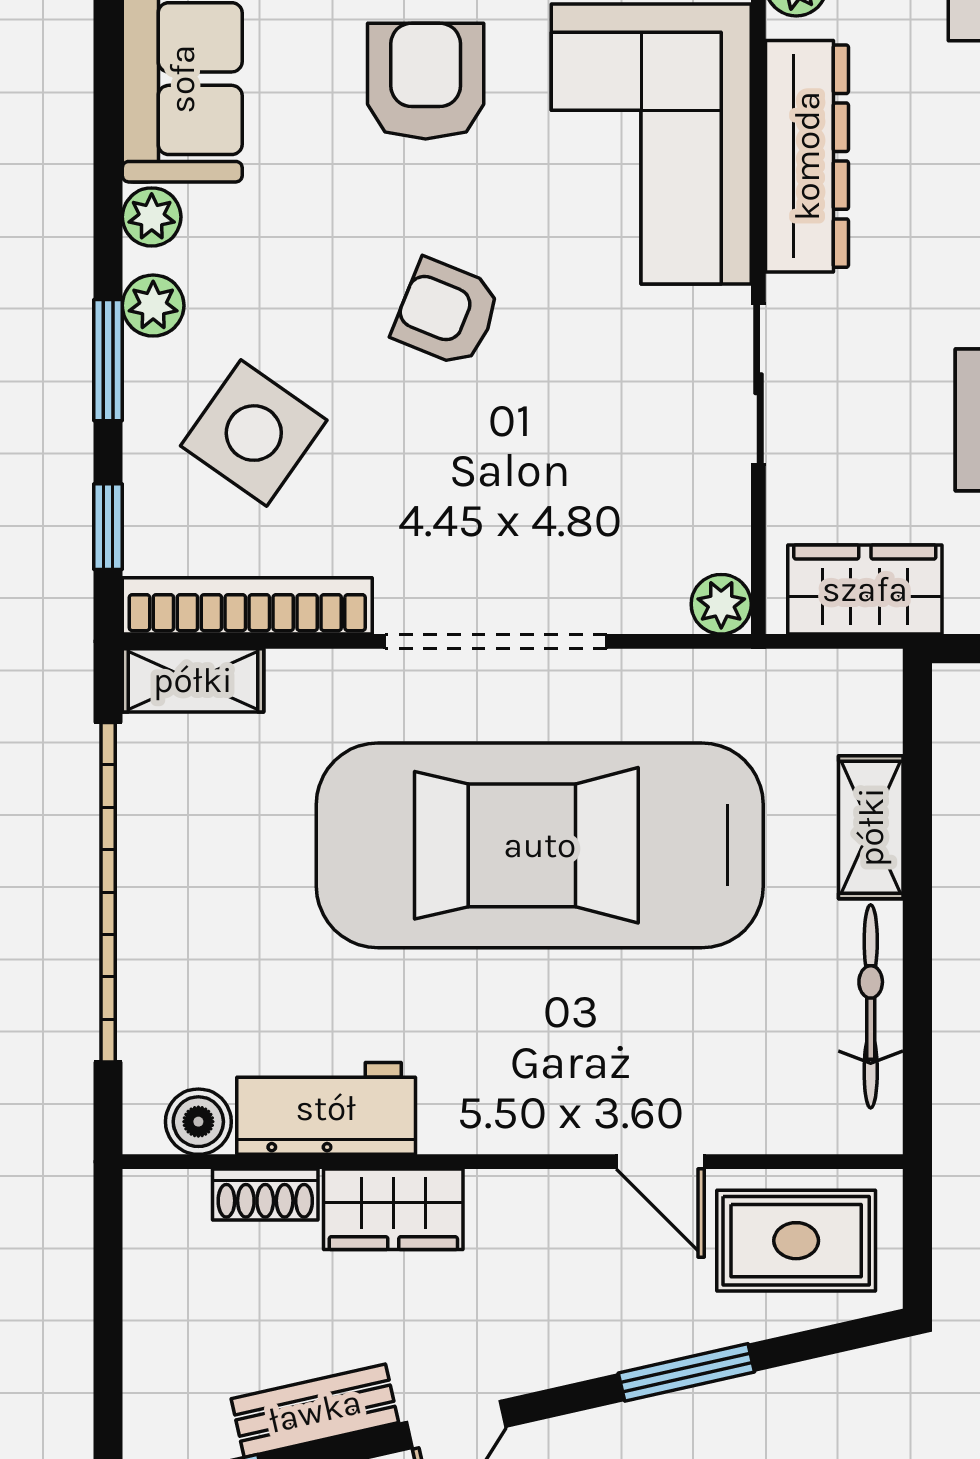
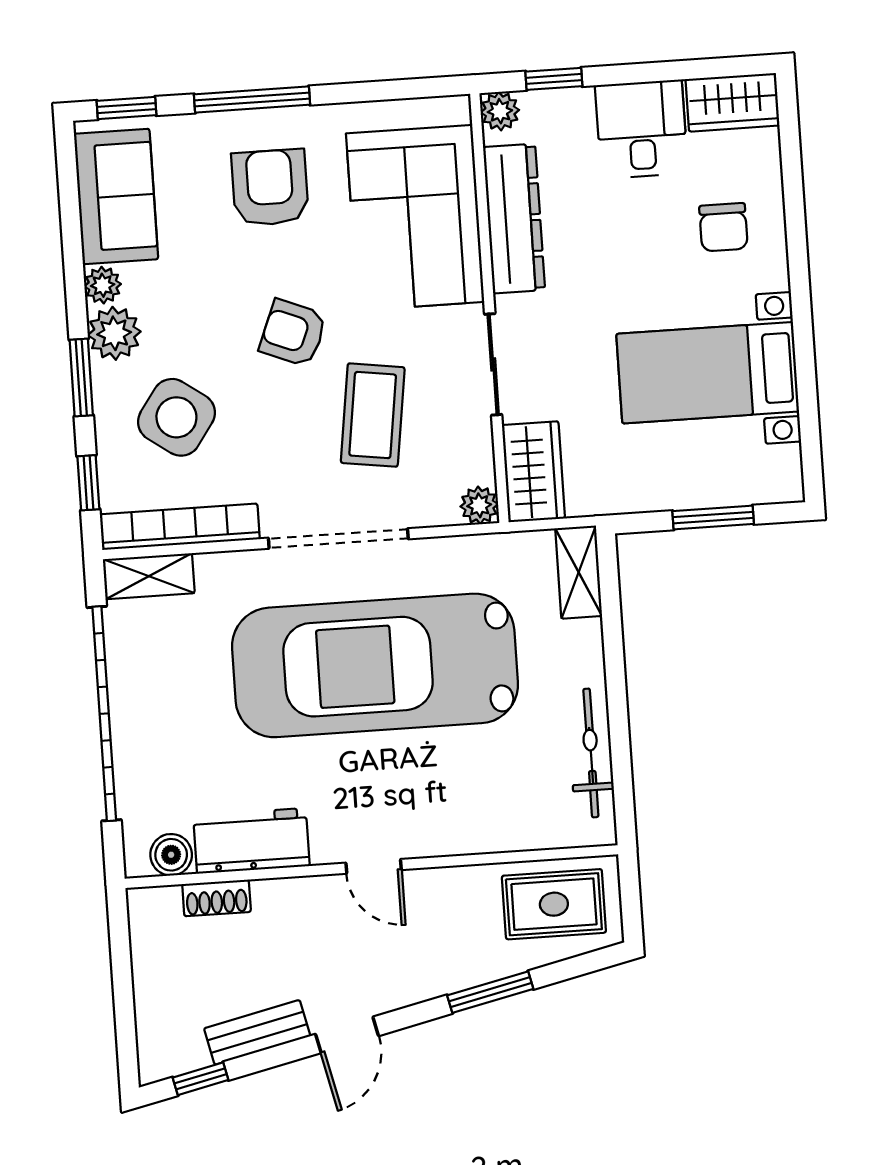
plant: (153, 306) -> (114, 333), width x1.38, depth x1.38
coffee table: (563, 451) -> (373, 415), added
wardrobe: (865, 589) -> (533, 472), moved, turned 90
shelving: (871, 827) -> (579, 572), moved
door: (660, 1162) -> (374, 866), moved
wardrobe: (393, 1209) -> (298, 902), removed

